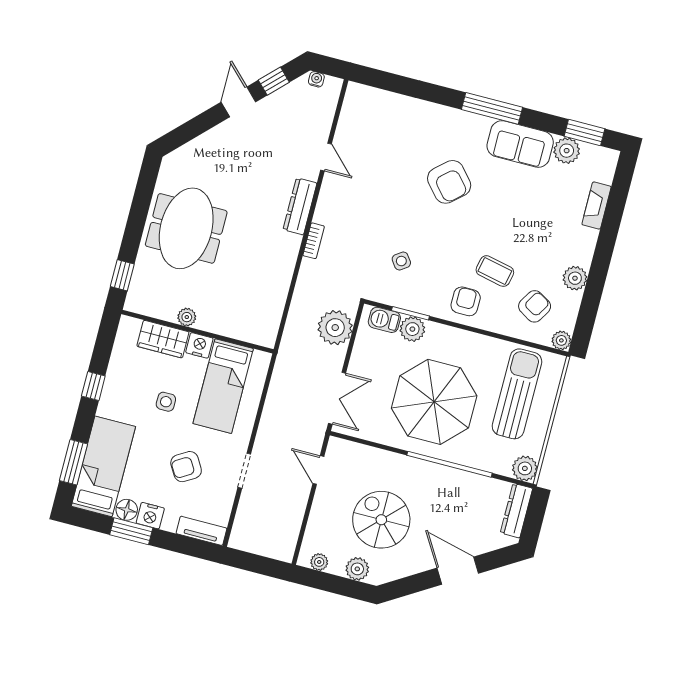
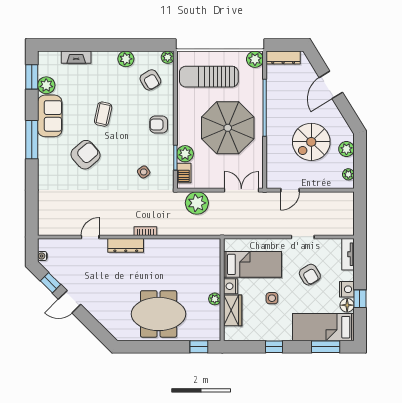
coffee table: (495, 271) -> (103, 114), moved
armchair: (535, 306) -> (150, 80), turned -152
window: (131, 531) -> (360, 299), width x0.67

